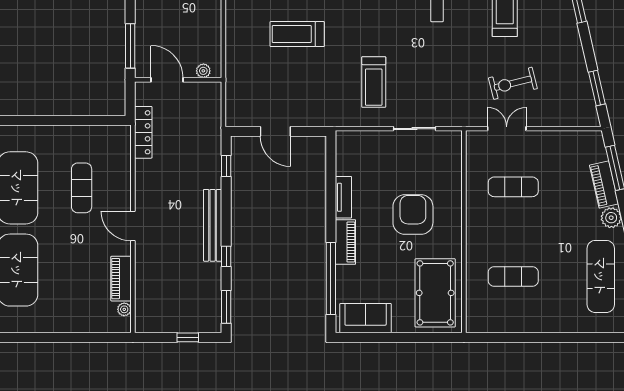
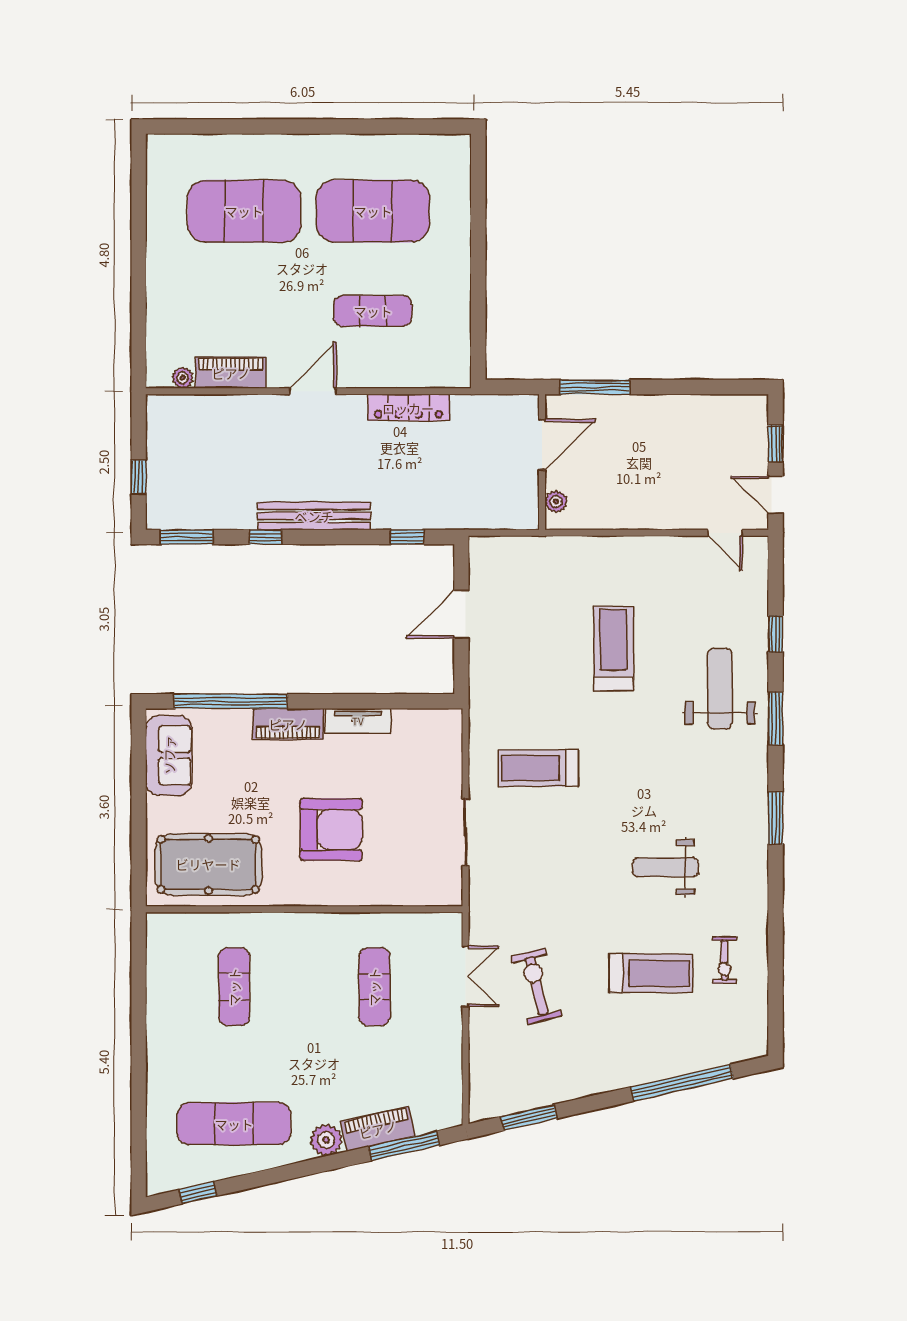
locker: (143, 132) -> (408, 408), moved

